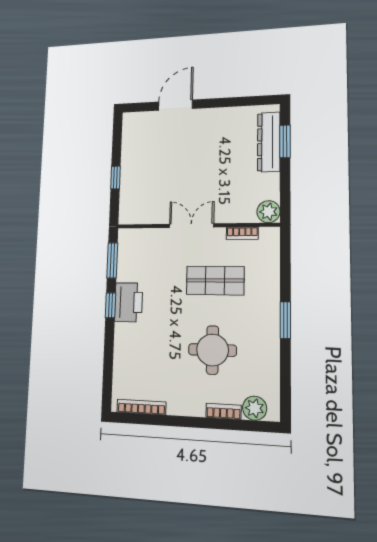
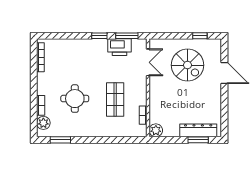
spiral stairs: (161, 163) -> (187, 65), added
window: (116, 177) -> (200, 36), moved
double door: (191, 226) -> (148, 62), moved
printer: (129, 302) -> (120, 47), moved
window: (285, 320) -> (60, 140), moved

